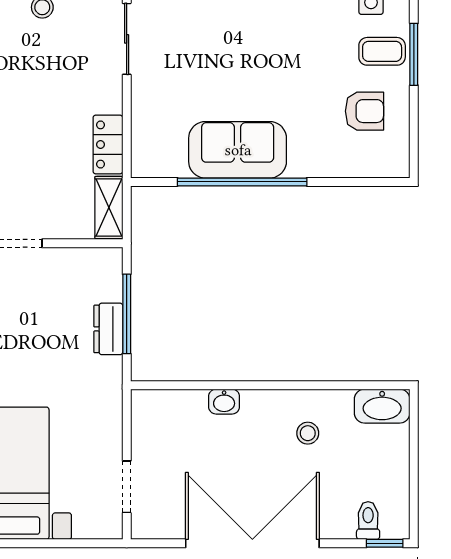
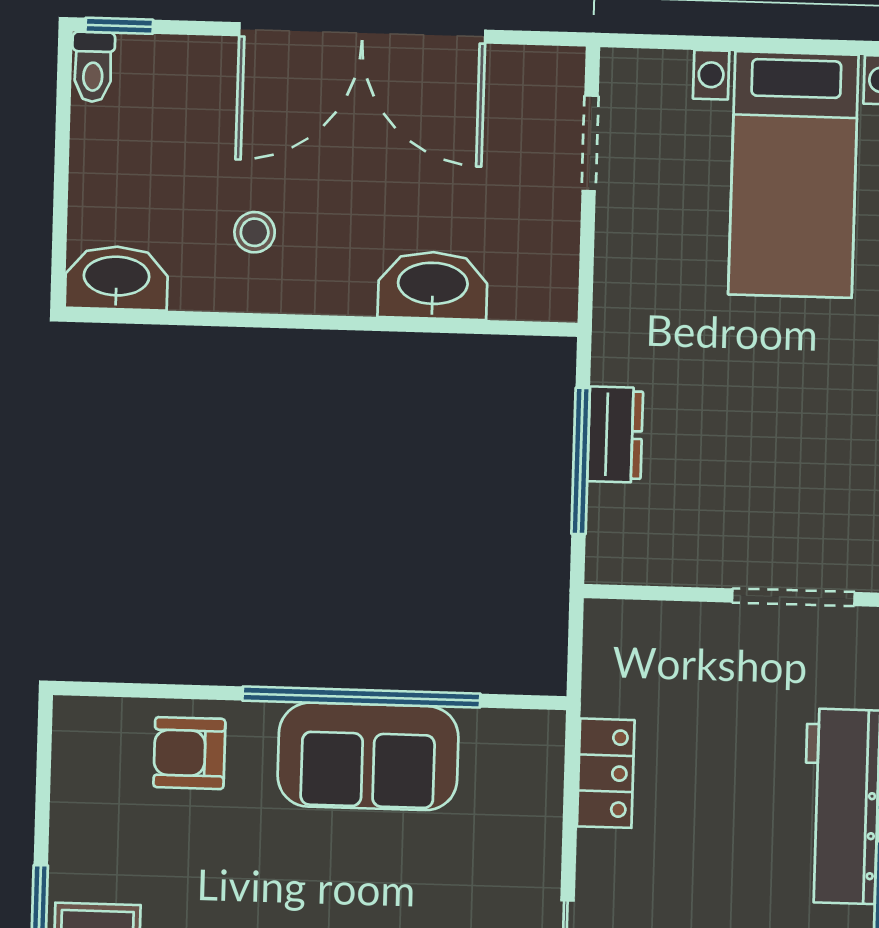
armchair: (364, 111) -> (189, 753), moved
shelving: (109, 207) -> (608, 657), removed
washbasin: (224, 402) -> (433, 285), width x1.91, depth x1.45
toilet: (368, 521) -> (93, 67), moved

